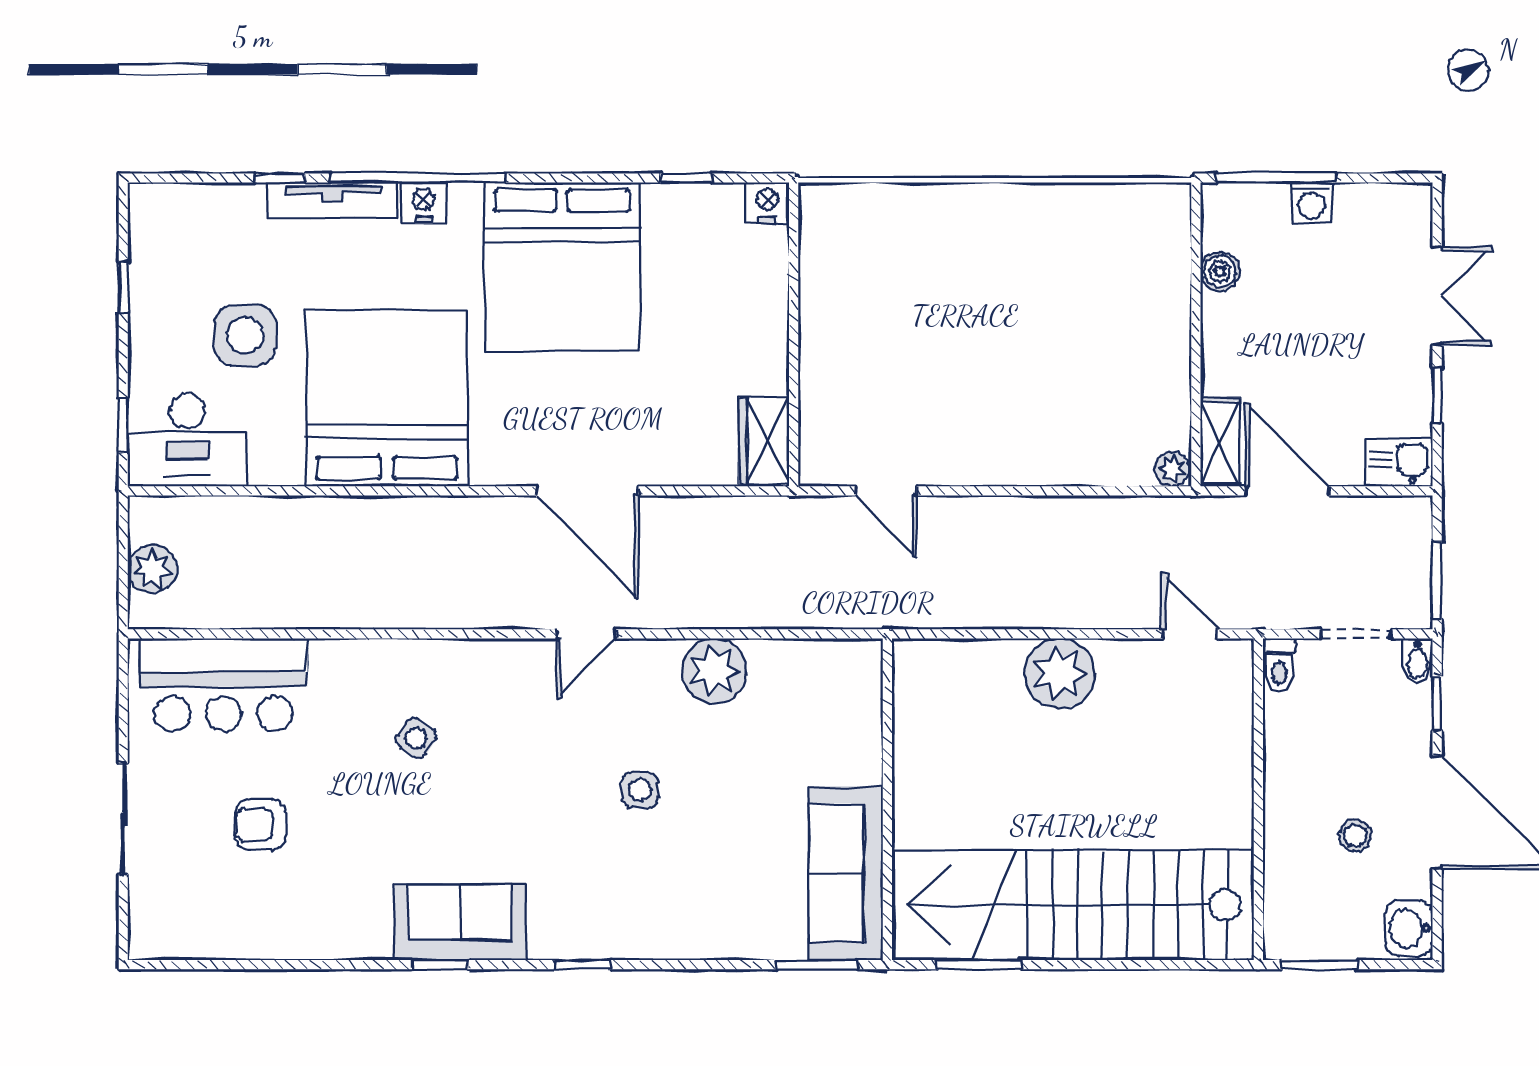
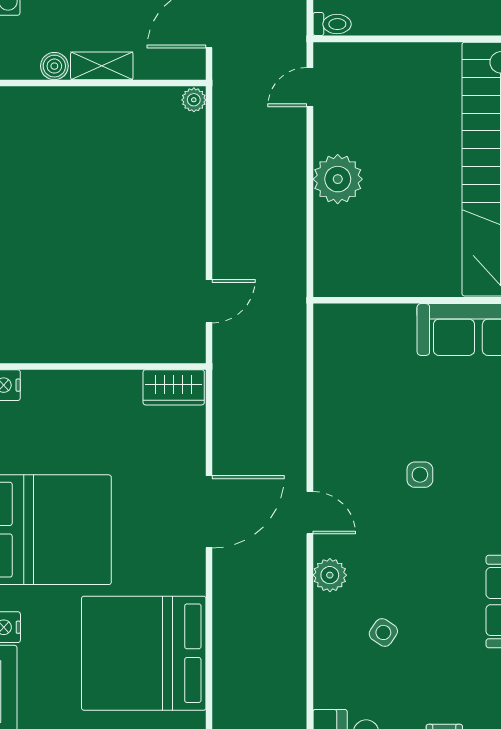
shelving: (1220, 442) -> (102, 66), moved
plant: (714, 671) -> (330, 575), moved, width x0.73, depth x0.73

